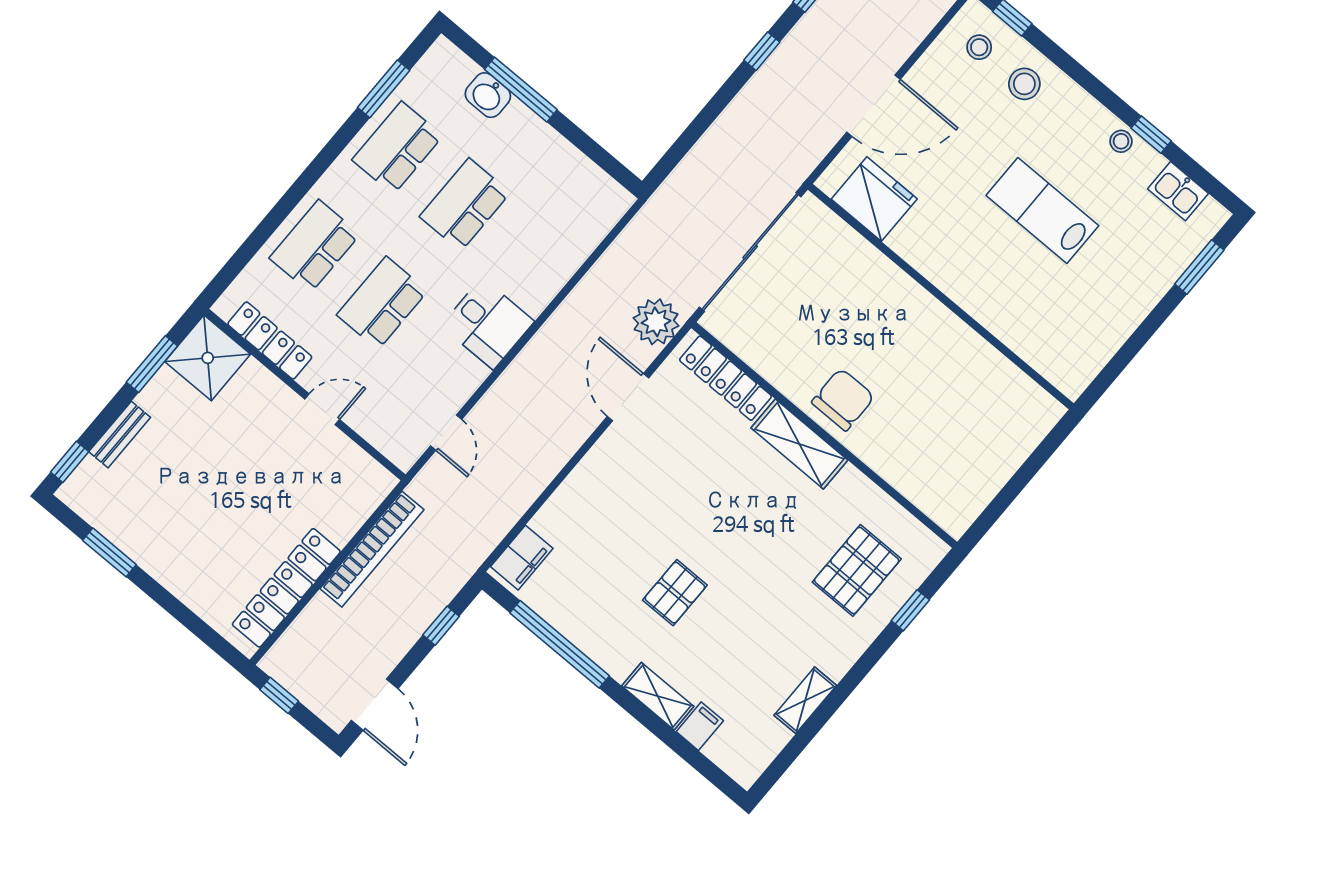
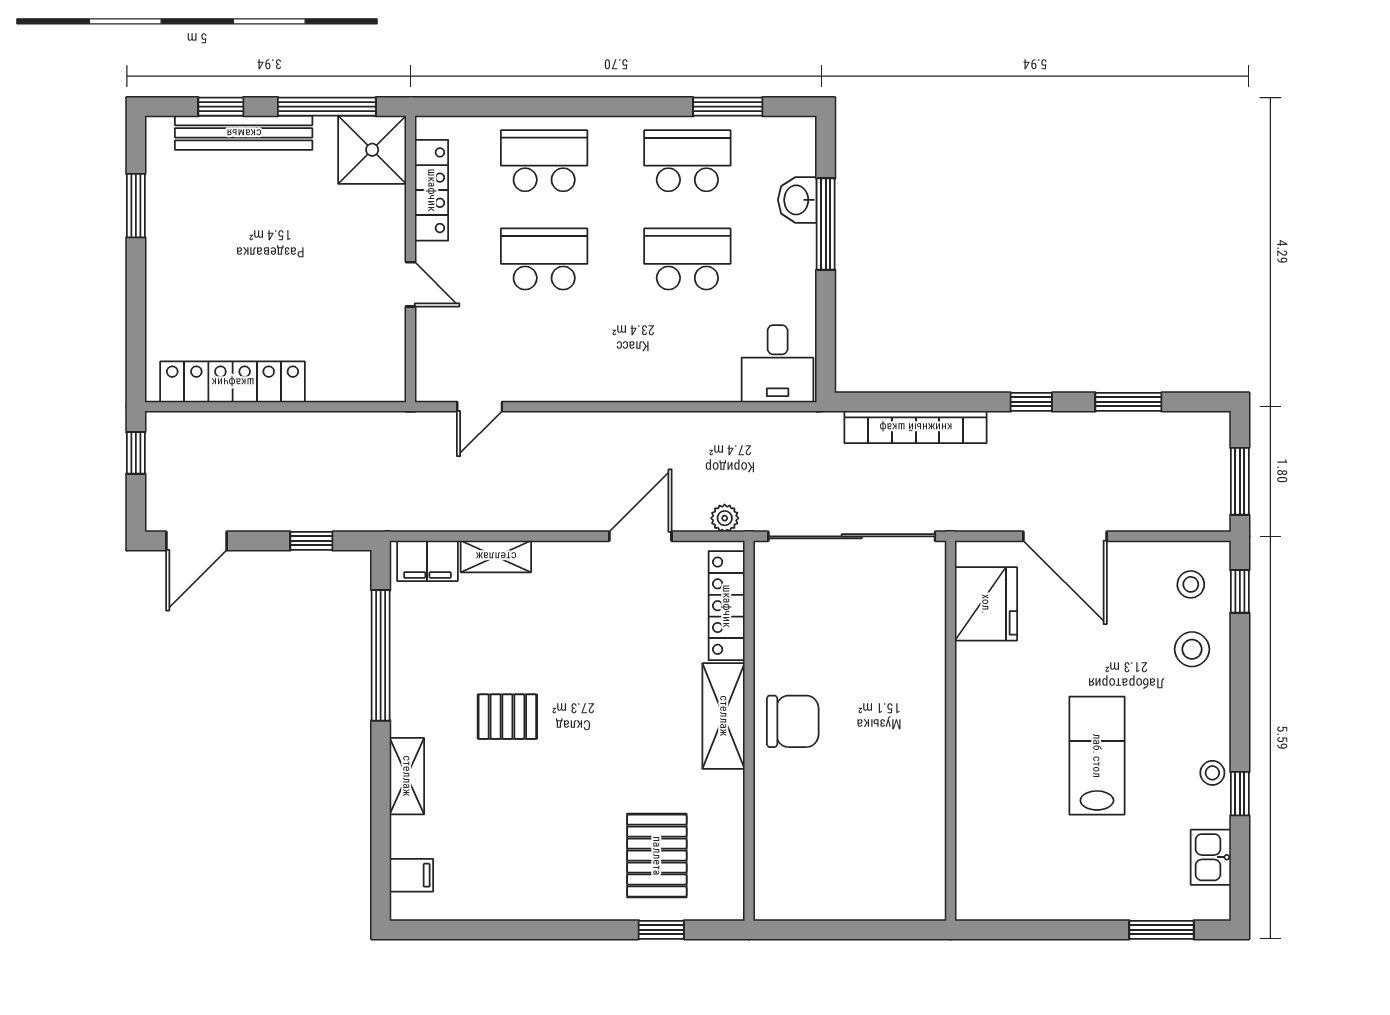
plant: (656, 322) -> (725, 518), width x0.53, depth x0.53
desk: (488, 324) -> (778, 364), moved
window: (152, 364) -> (327, 107), width x1.44
bench: (120, 435) -> (244, 133), width x1.86, depth x1.21
window: (70, 462) -> (221, 107), moved
bookcase: (372, 549) -> (916, 427), moved
pallet: (857, 570) -> (657, 856), turned 90
shelving: (805, 700) -> (496, 556), moved
filing cabinet: (700, 726) -> (411, 875), moved

